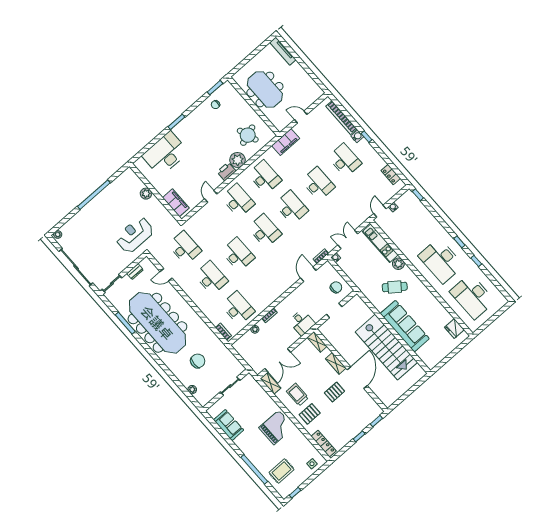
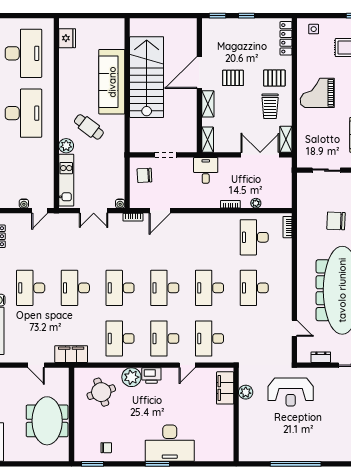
desk: (165, 154) -> (170, 443), moved
plant: (146, 194) -> (246, 392), moved
desk: (185, 248) -> (209, 338), moved

